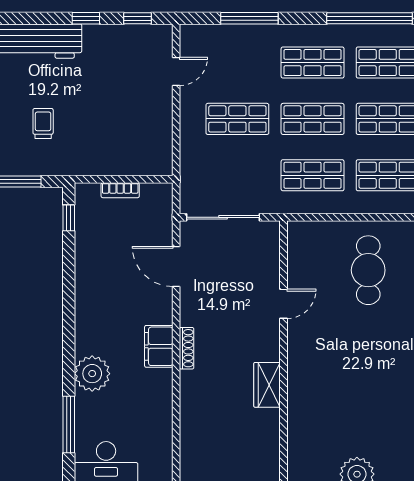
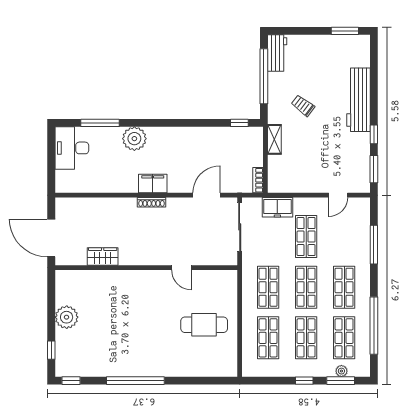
window: (137, 18) -> (374, 169), width x1.50
door: (176, 71) -> (338, 195), hinge flipped
trolley: (43, 123) -> (303, 106), turned -143
freezer: (194, 161) -> (277, 207), added
shelving: (93, 166) -> (274, 139), added
bookcase: (120, 190) -> (258, 180), moved
wardrobe: (267, 385) -> (103, 257), moved

